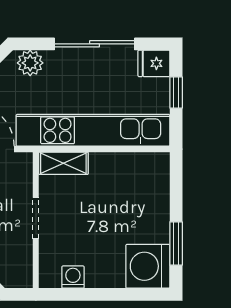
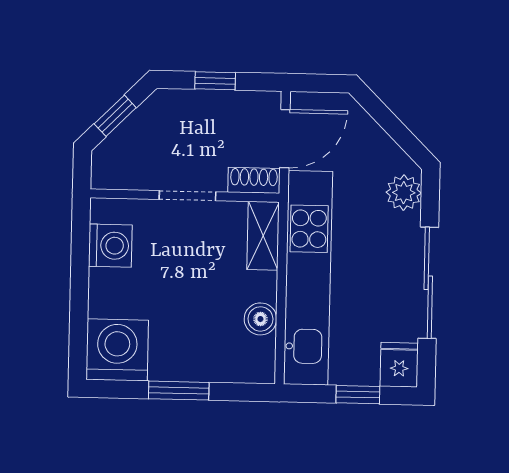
boiler: (123, 164) -> (260, 319), added
shoe rack: (24, 171) -> (254, 180), added
window: (176, 243) -> (179, 391), moved
washing machine: (73, 277) -> (110, 246), width x1.38, depth x1.38

